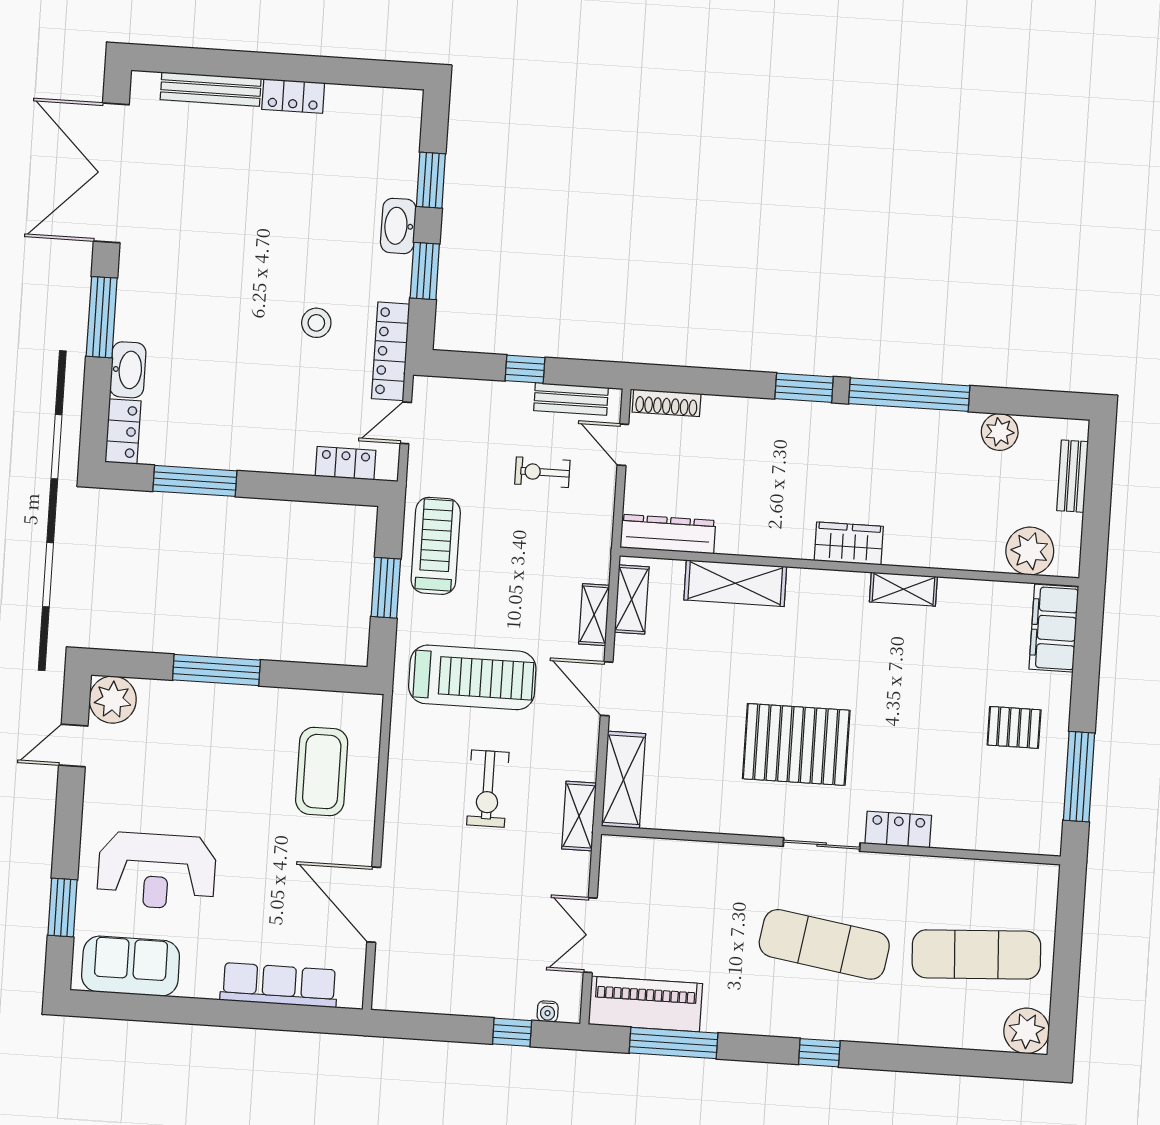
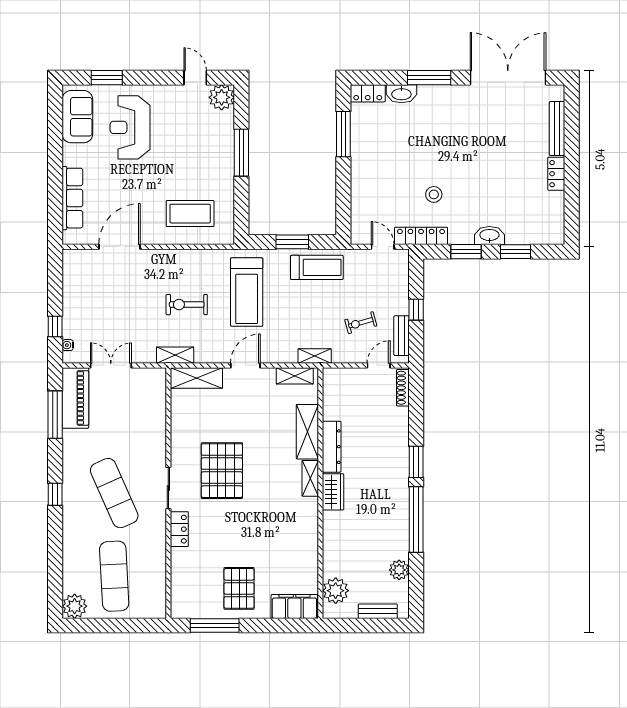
locker: (345, 463) -> (359, 215), removed
exercise bike: (542, 472) -> (361, 323), turned -106
dresser: (668, 534) -> (332, 447), moved
shelving: (903, 589) -> (310, 478), moved
shelving: (594, 615) -> (315, 356), moved
pallet: (1014, 727) -> (239, 588), width x1.50, depth x1.42
exercise mat: (824, 944) -> (114, 493), turned -33

